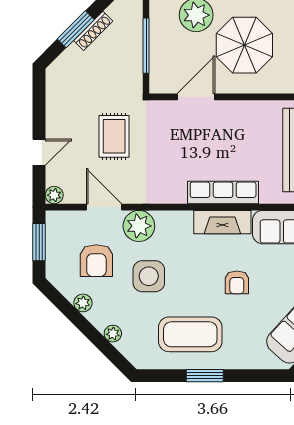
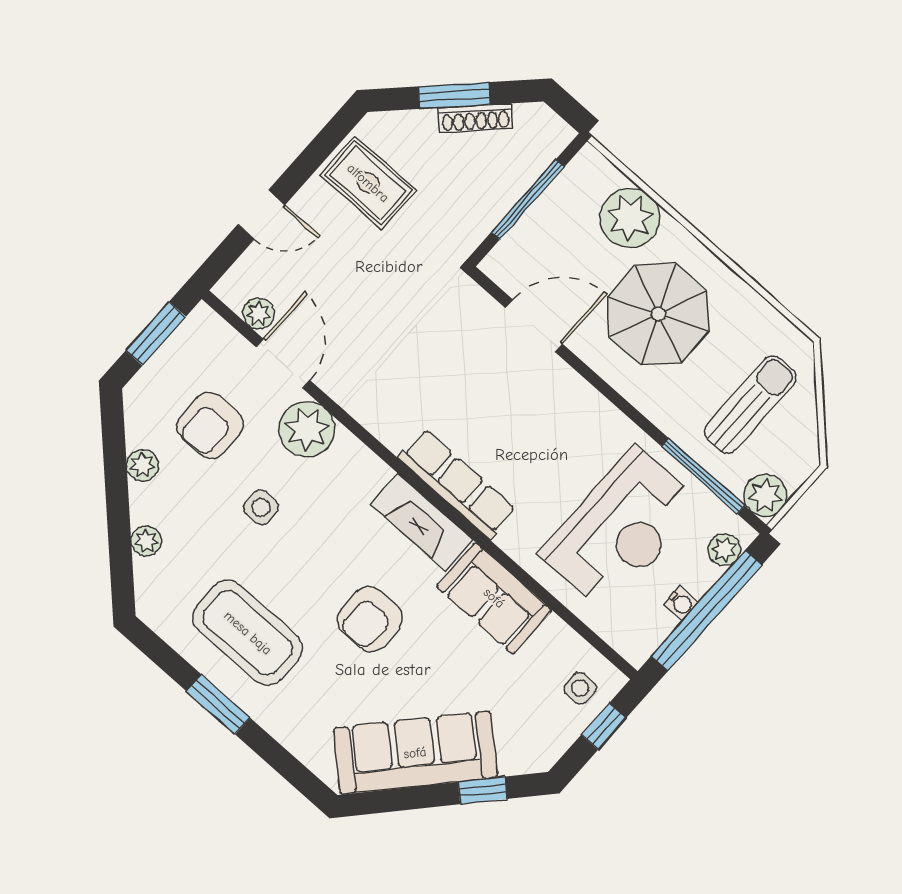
rug: (114, 136) -> (368, 183), moved, turned 90
plant: (54, 195) -> (259, 314), moved
side table: (149, 276) -> (261, 507), width x0.54, depth x0.54
armchair: (237, 282) -> (370, 619), width x1.38, depth x1.38

